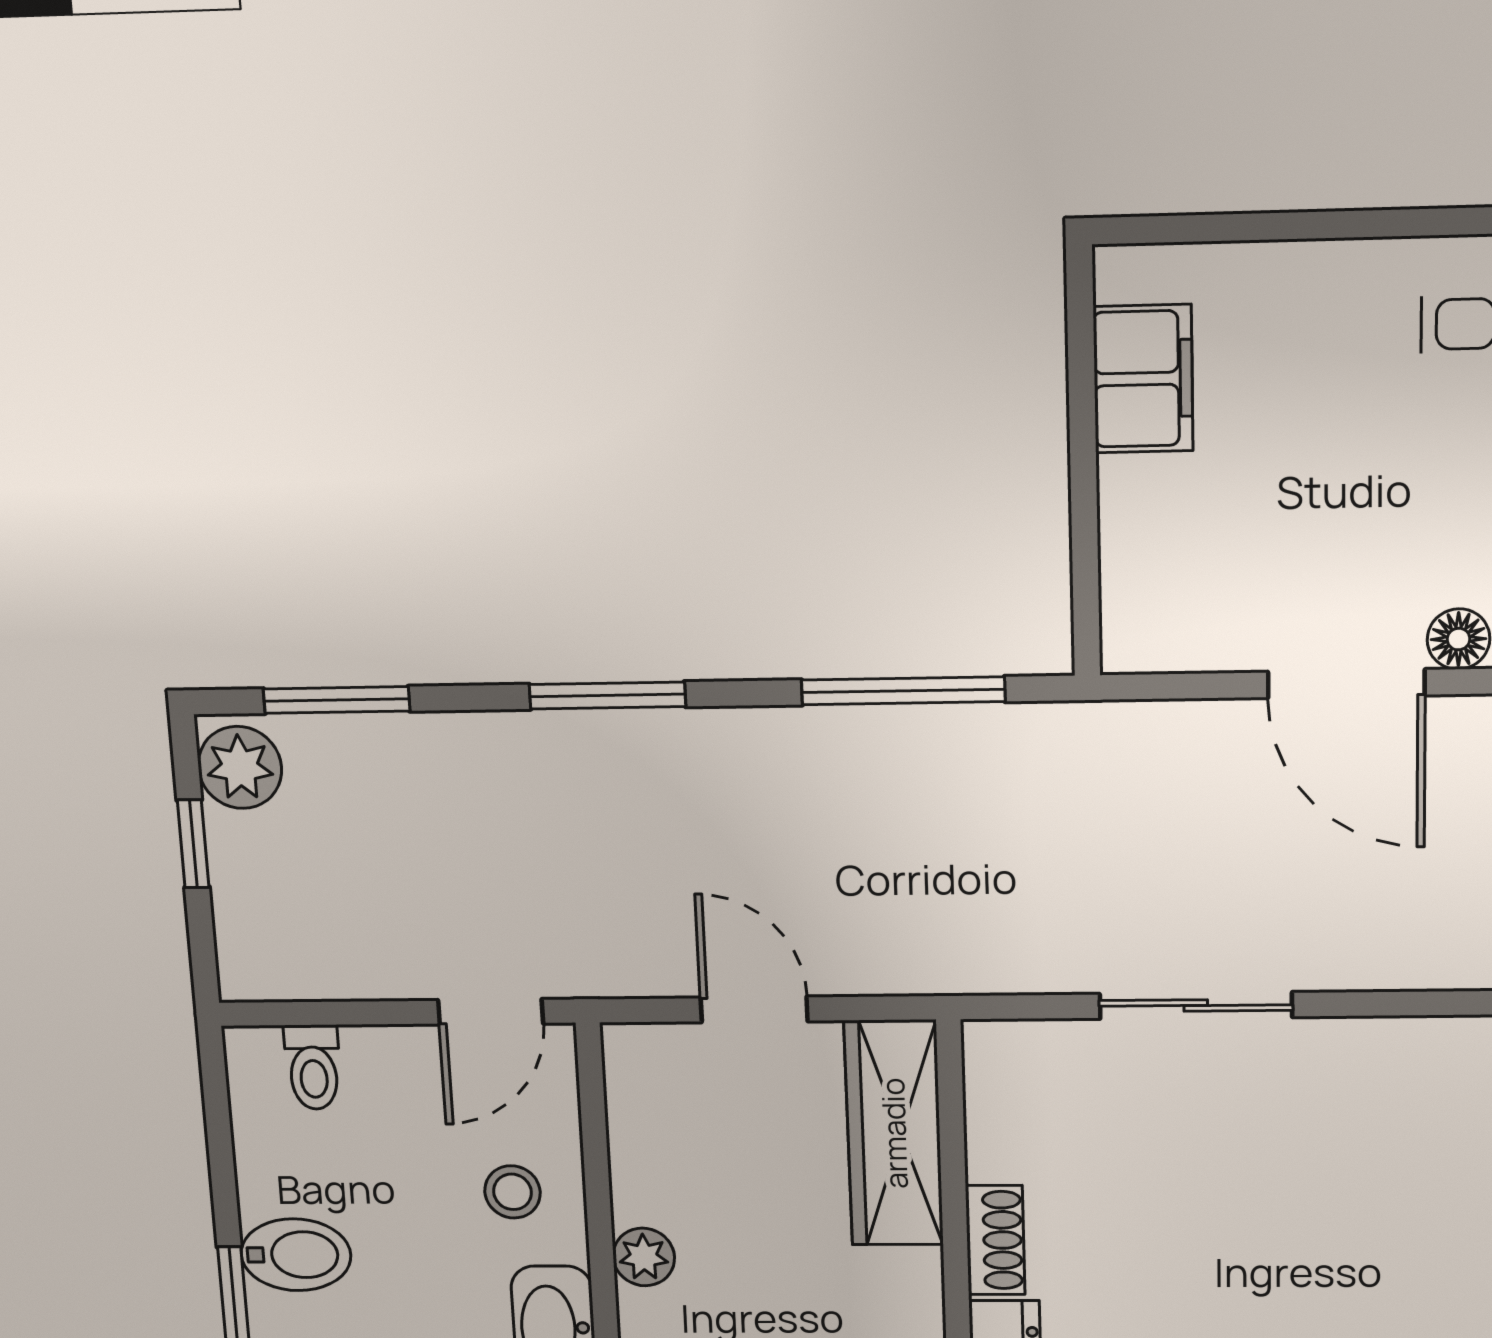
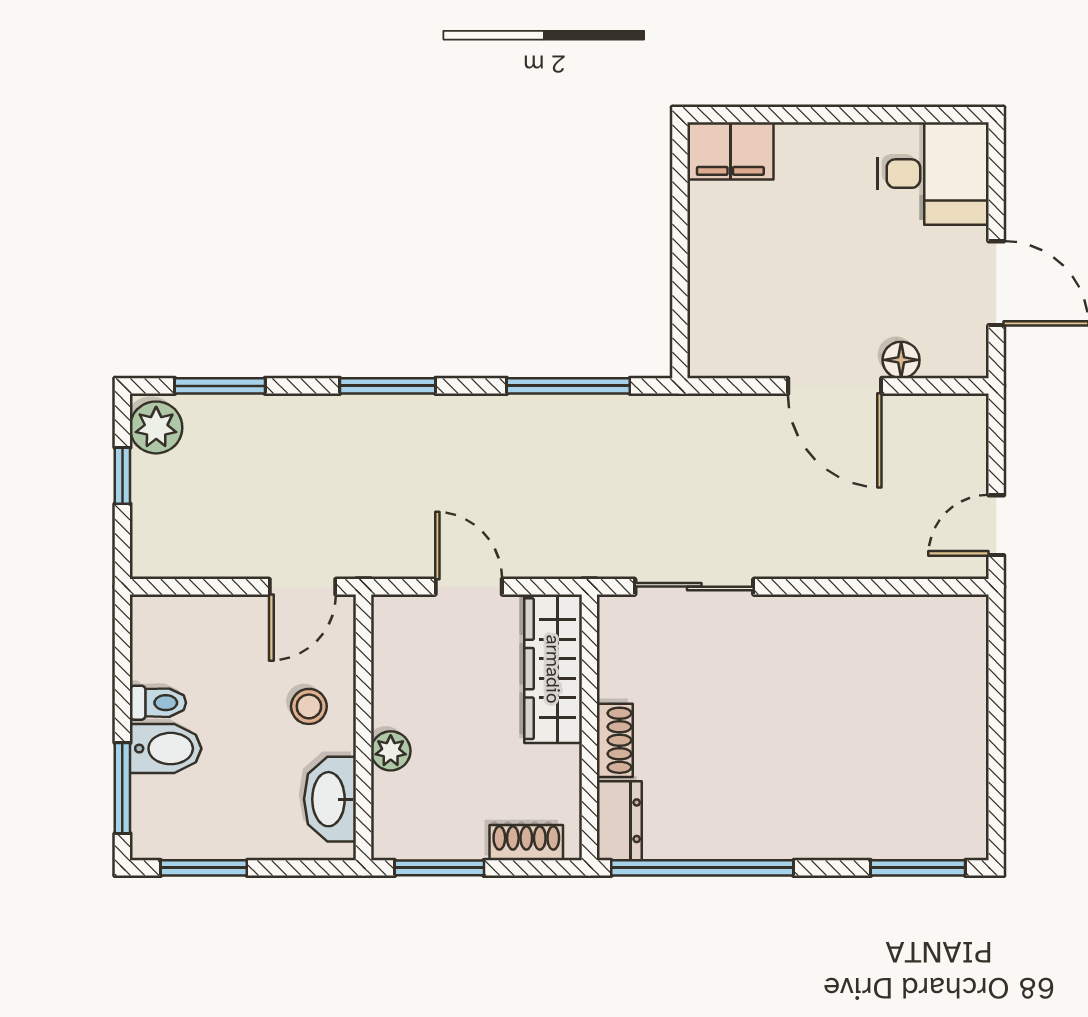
filing cabinet: (1143, 379) -> (730, 151), moved, turned 90
sliding door: (1196, 1005) -> (694, 587), moved
toilet: (313, 1067) -> (158, 703), moved, turned -90

